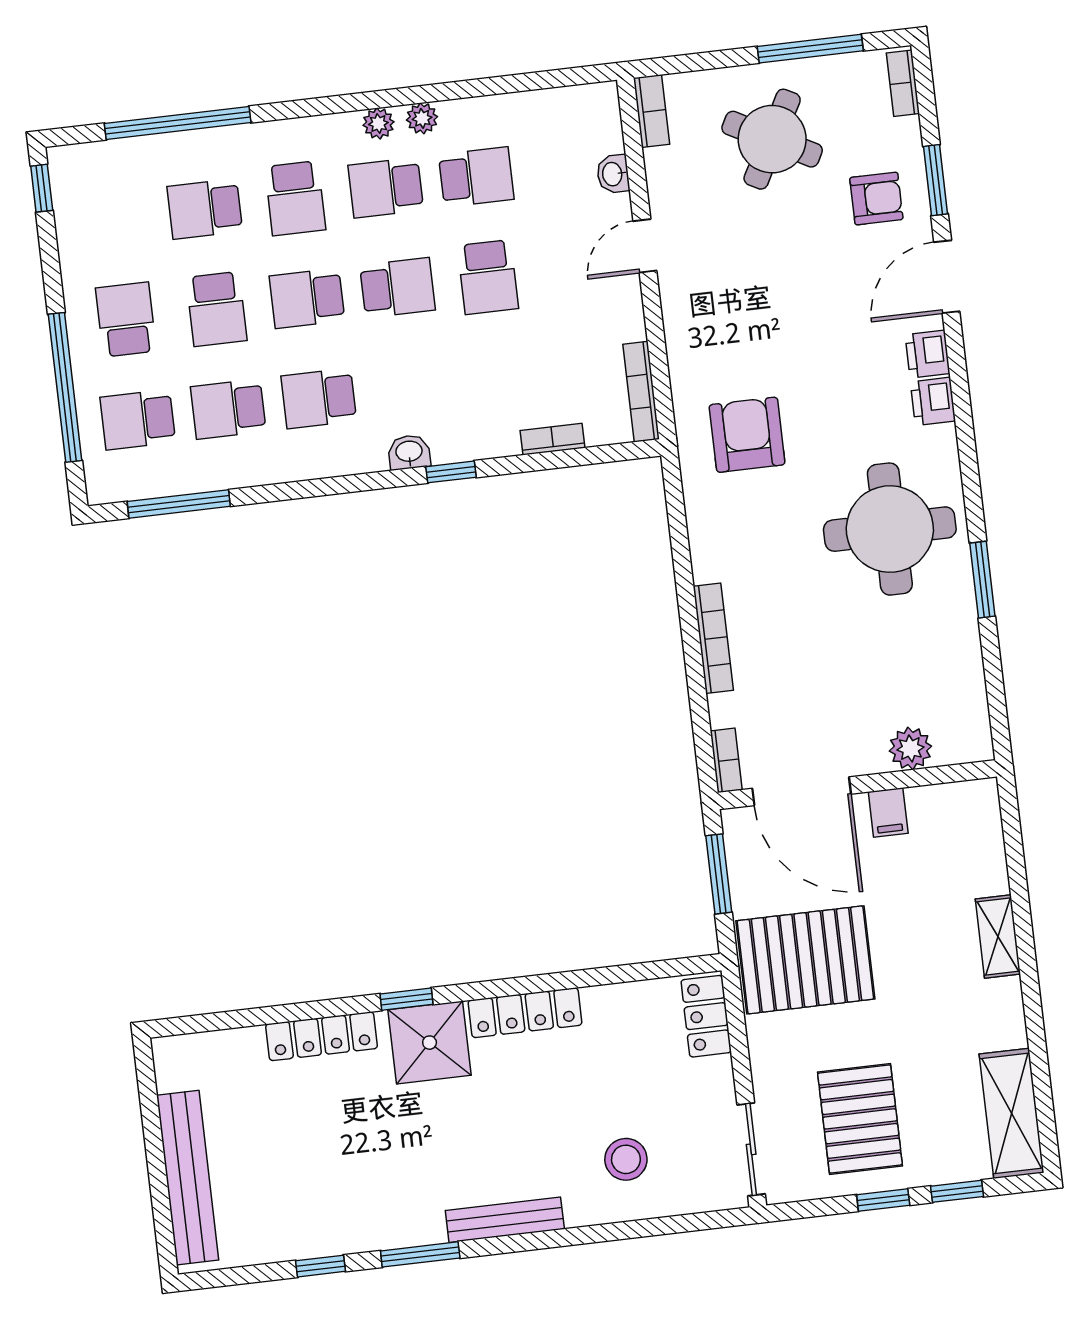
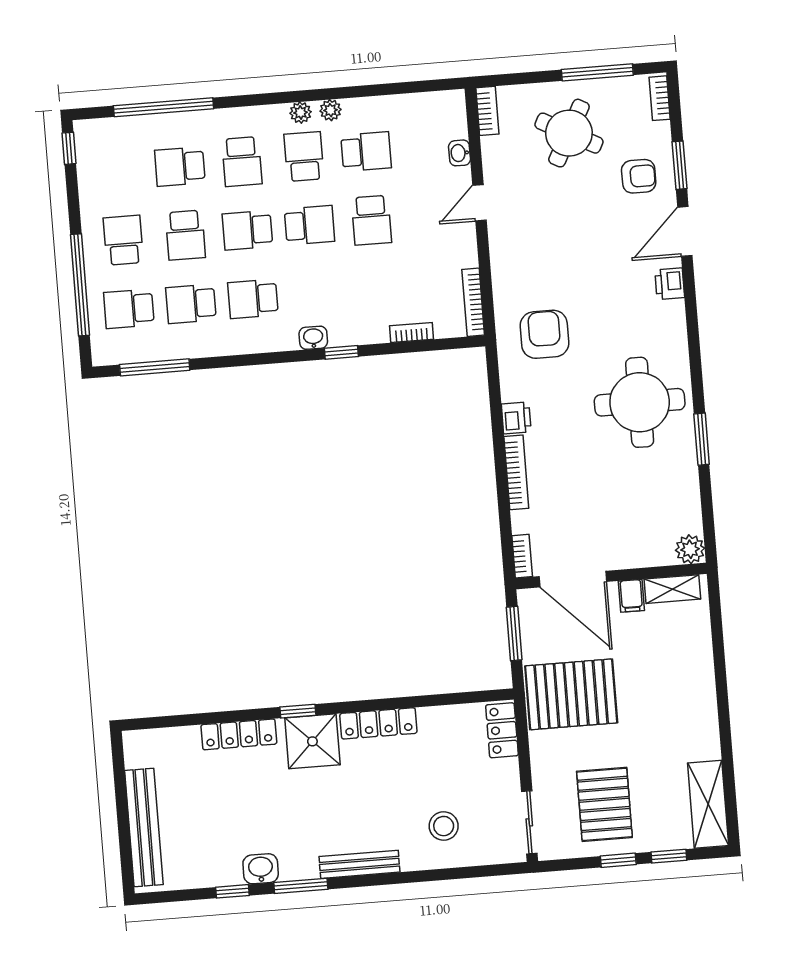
school desk: (386, 188) -> (304, 157), turned 90
printer: (933, 401) -> (516, 418), moved, turned 180
plant: (910, 749) -> (690, 549), moved
shelving: (998, 937) -> (672, 589), moved, turned 90
washbasin: (361, 1232) -> (261, 869), added

